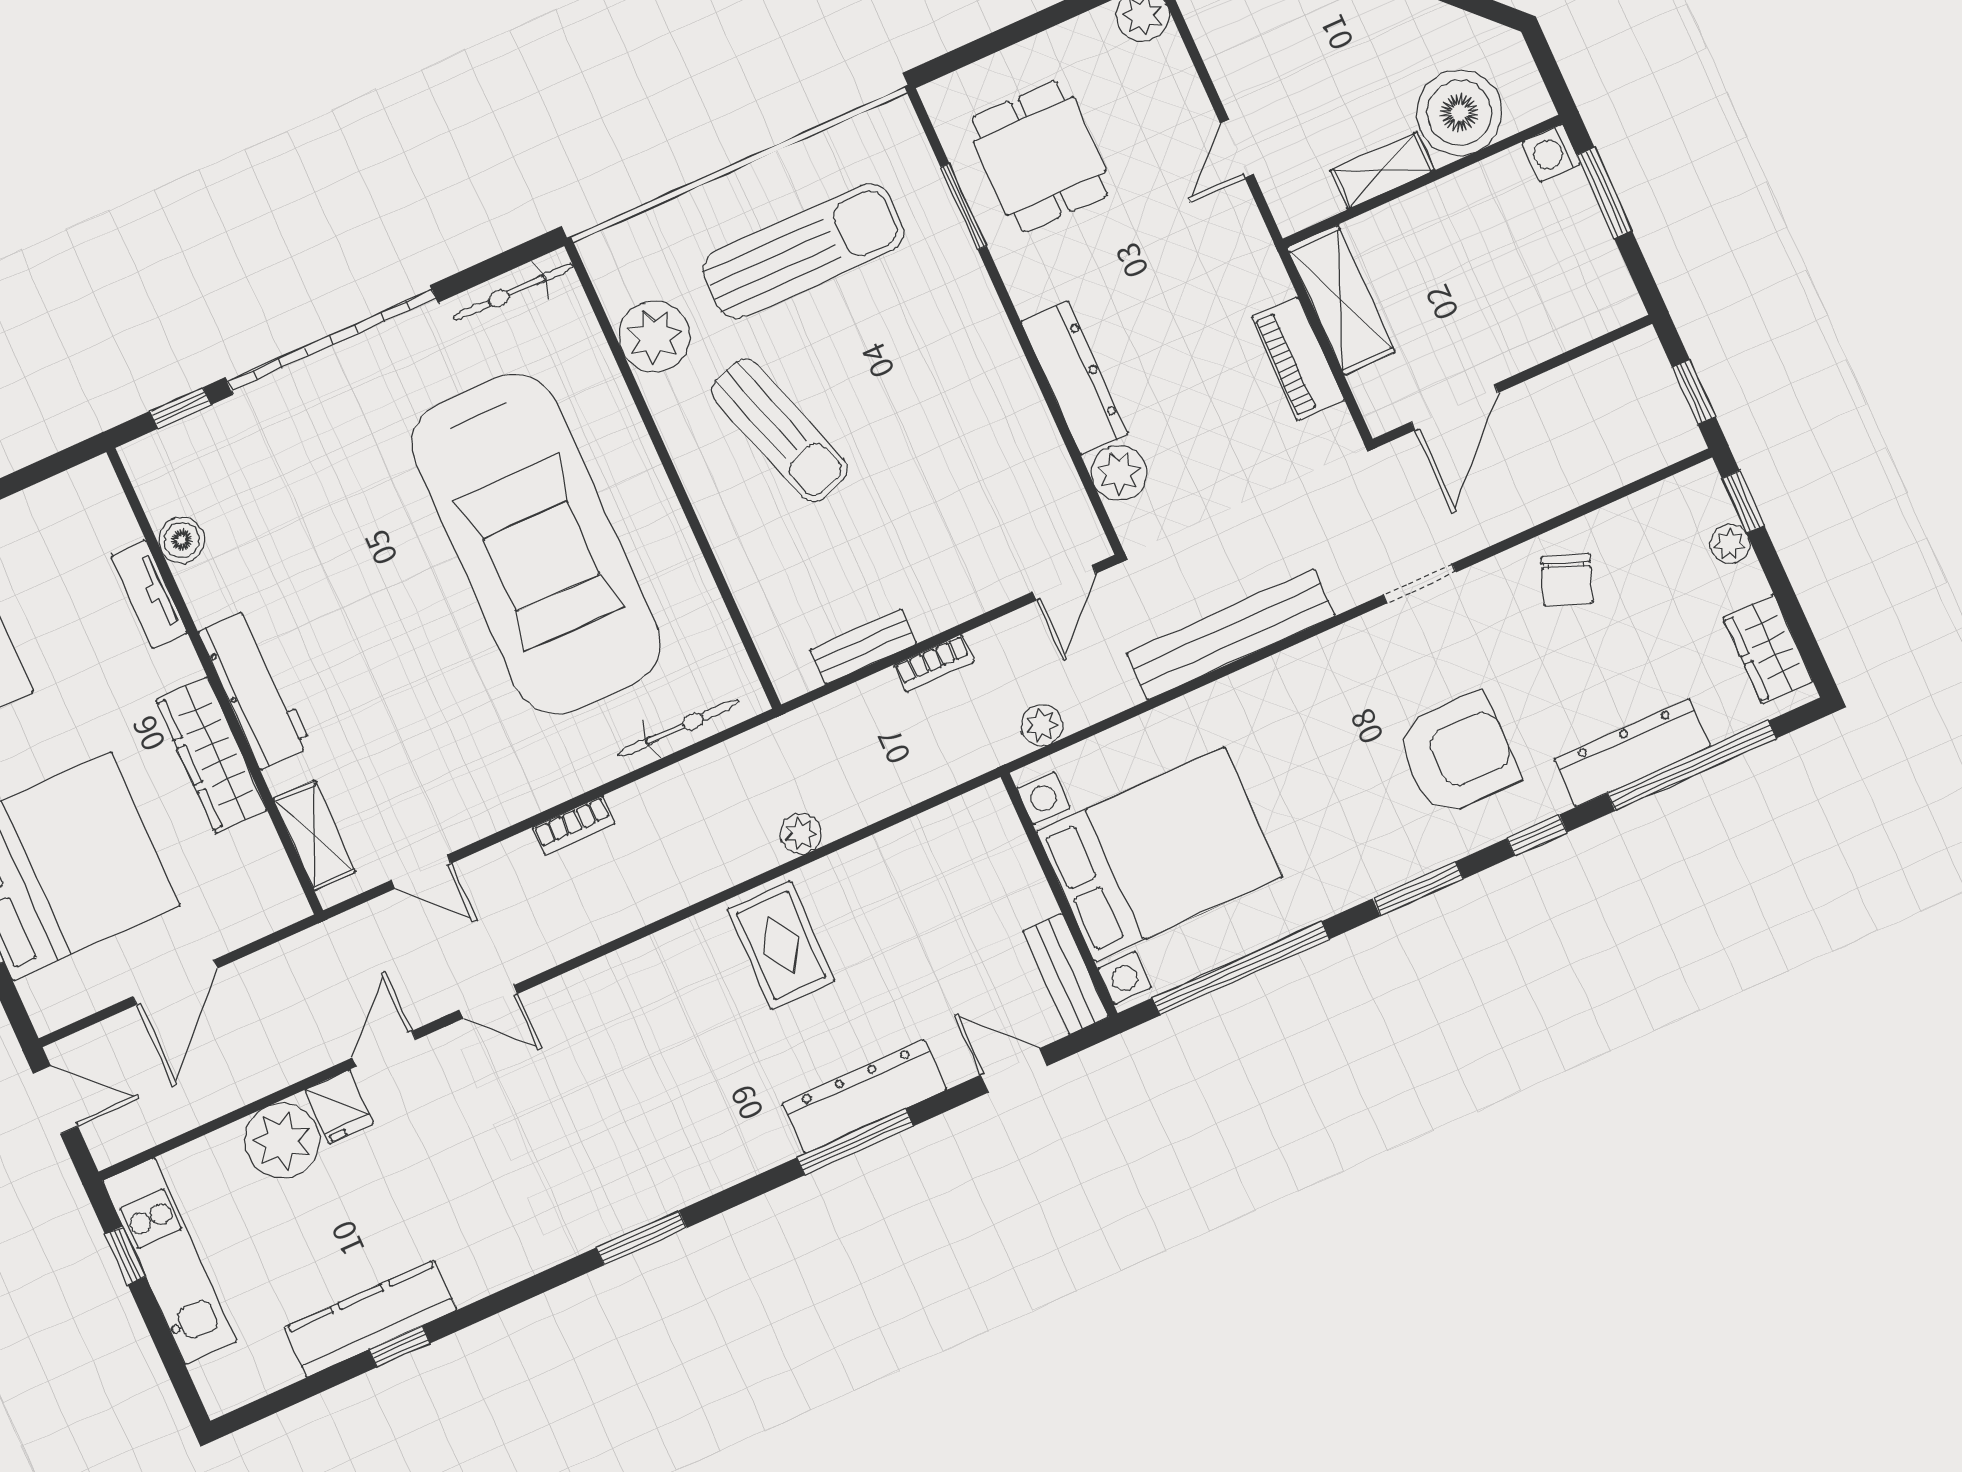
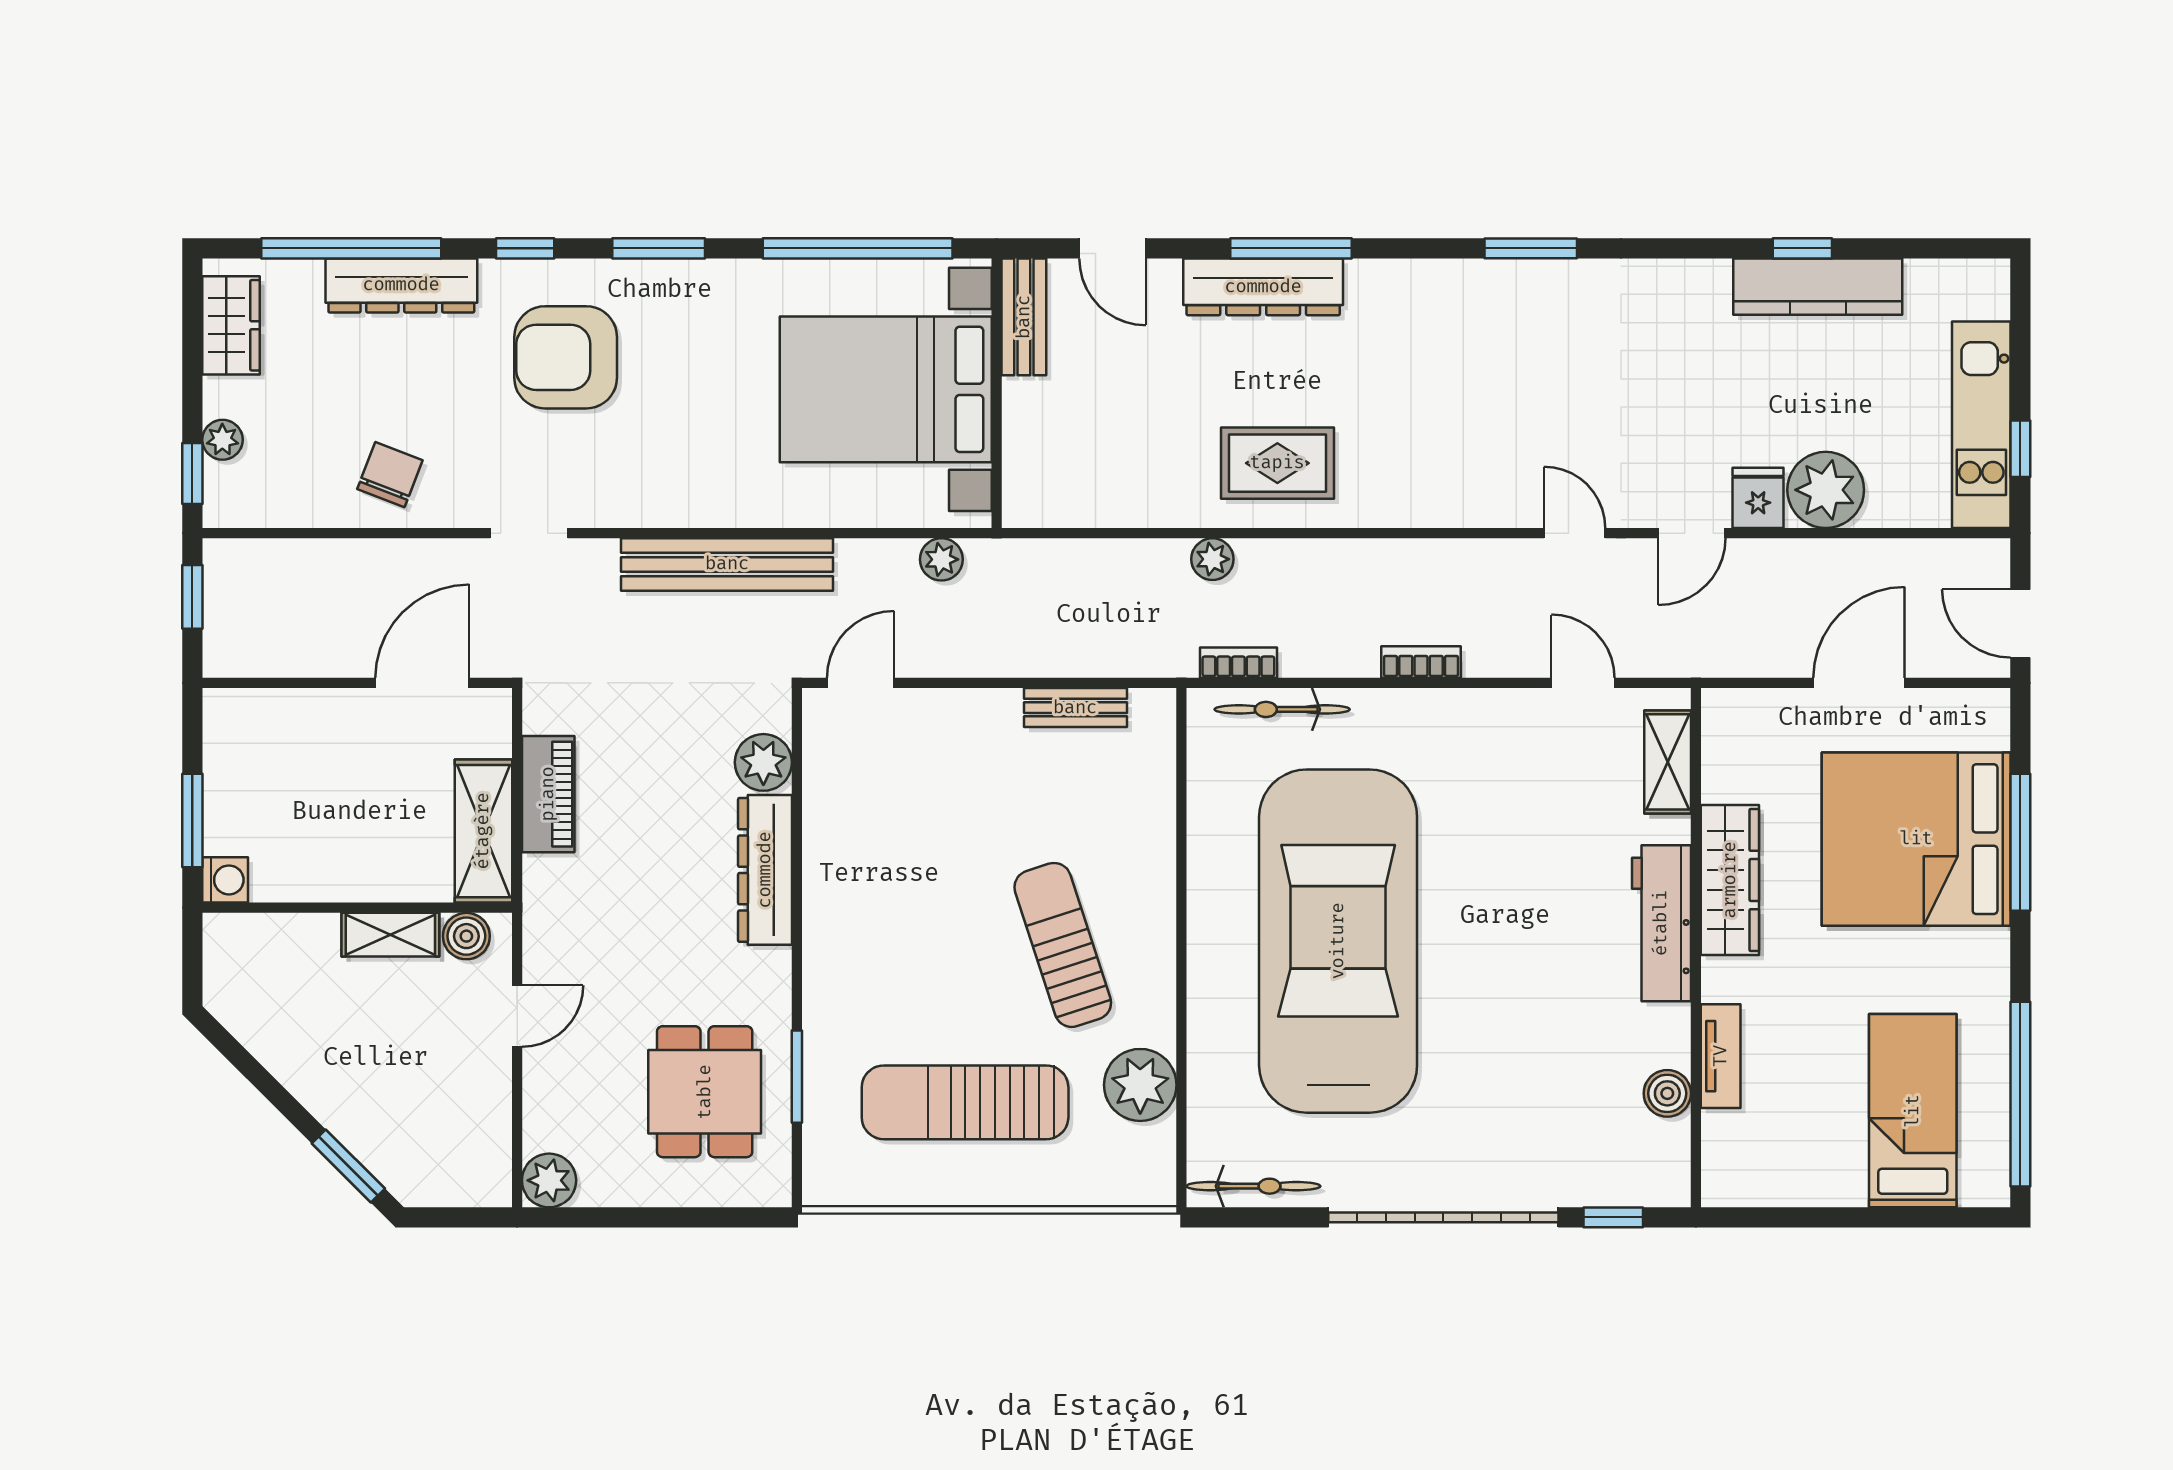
boiler: (1459, 113) -> (466, 936), moved, width x0.54, depth x0.54
bookcase: (934, 663) -> (1238, 663), moved
rug: (781, 945) -> (1277, 463), turned 90

